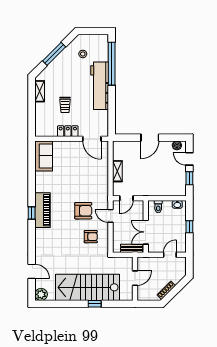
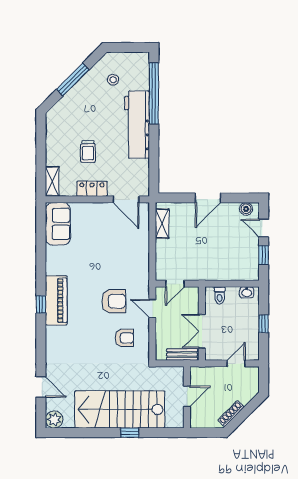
shelving: (40, 91) -> (52, 181), moved
shelving: (117, 171) -> (162, 224), moved

